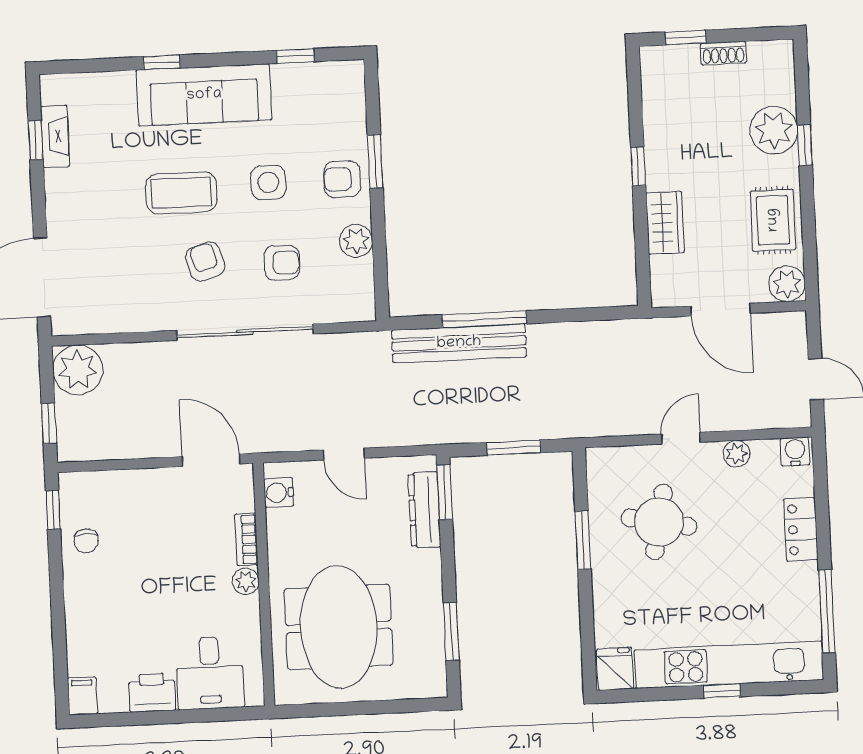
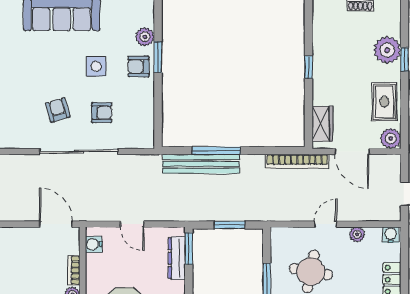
coffee table: (181, 193) -> (46, 70), removed
wardrobe: (665, 223) -> (322, 124), moved
plant: (356, 241) -> (145, 37), moved
bookcase: (626, 331) -> (297, 161), added

